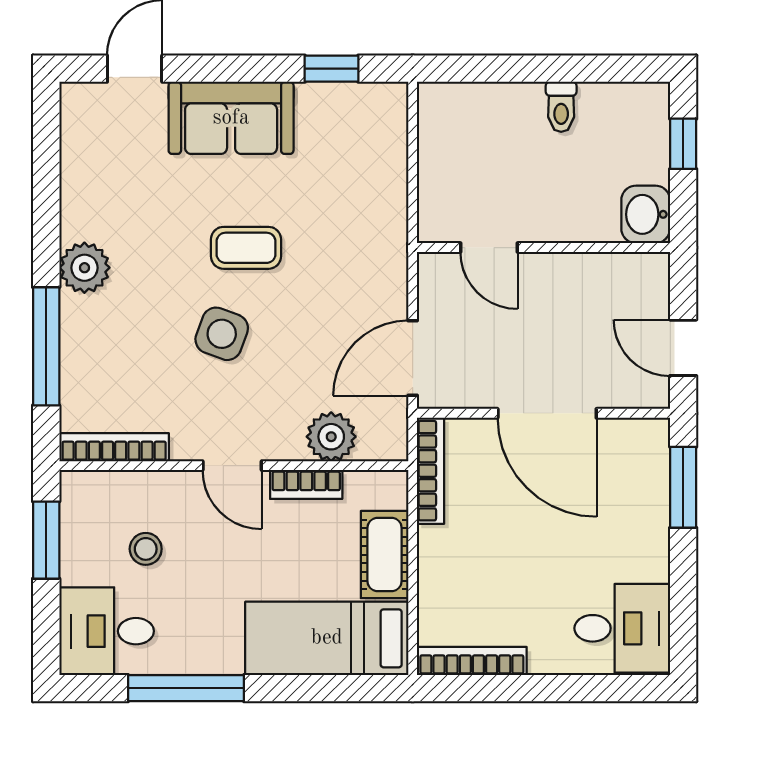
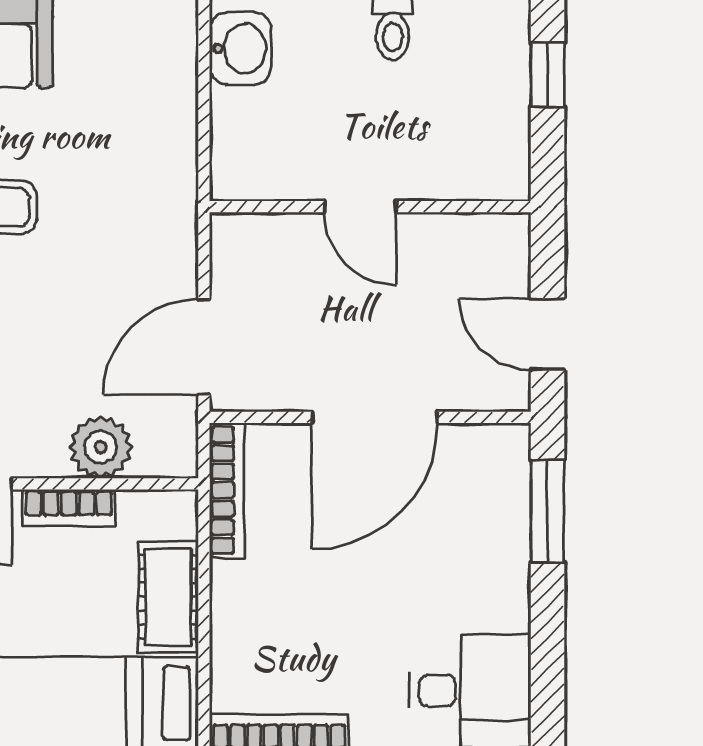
washbasin: (646, 214) -> (240, 48), moved, turned 180
door: (489, 248) -> (360, 207), moved
door: (547, 413) -> (375, 417), hinge flipped

